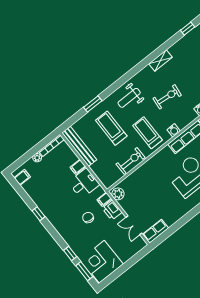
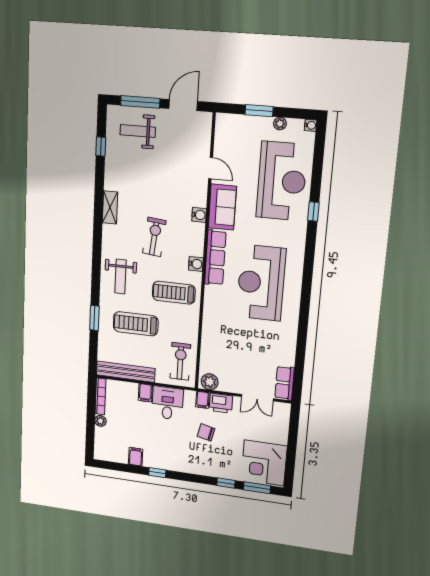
exercise bike: (131, 161) -> (180, 361), moved
filing cabinet: (22, 177) -> (136, 457), moved

